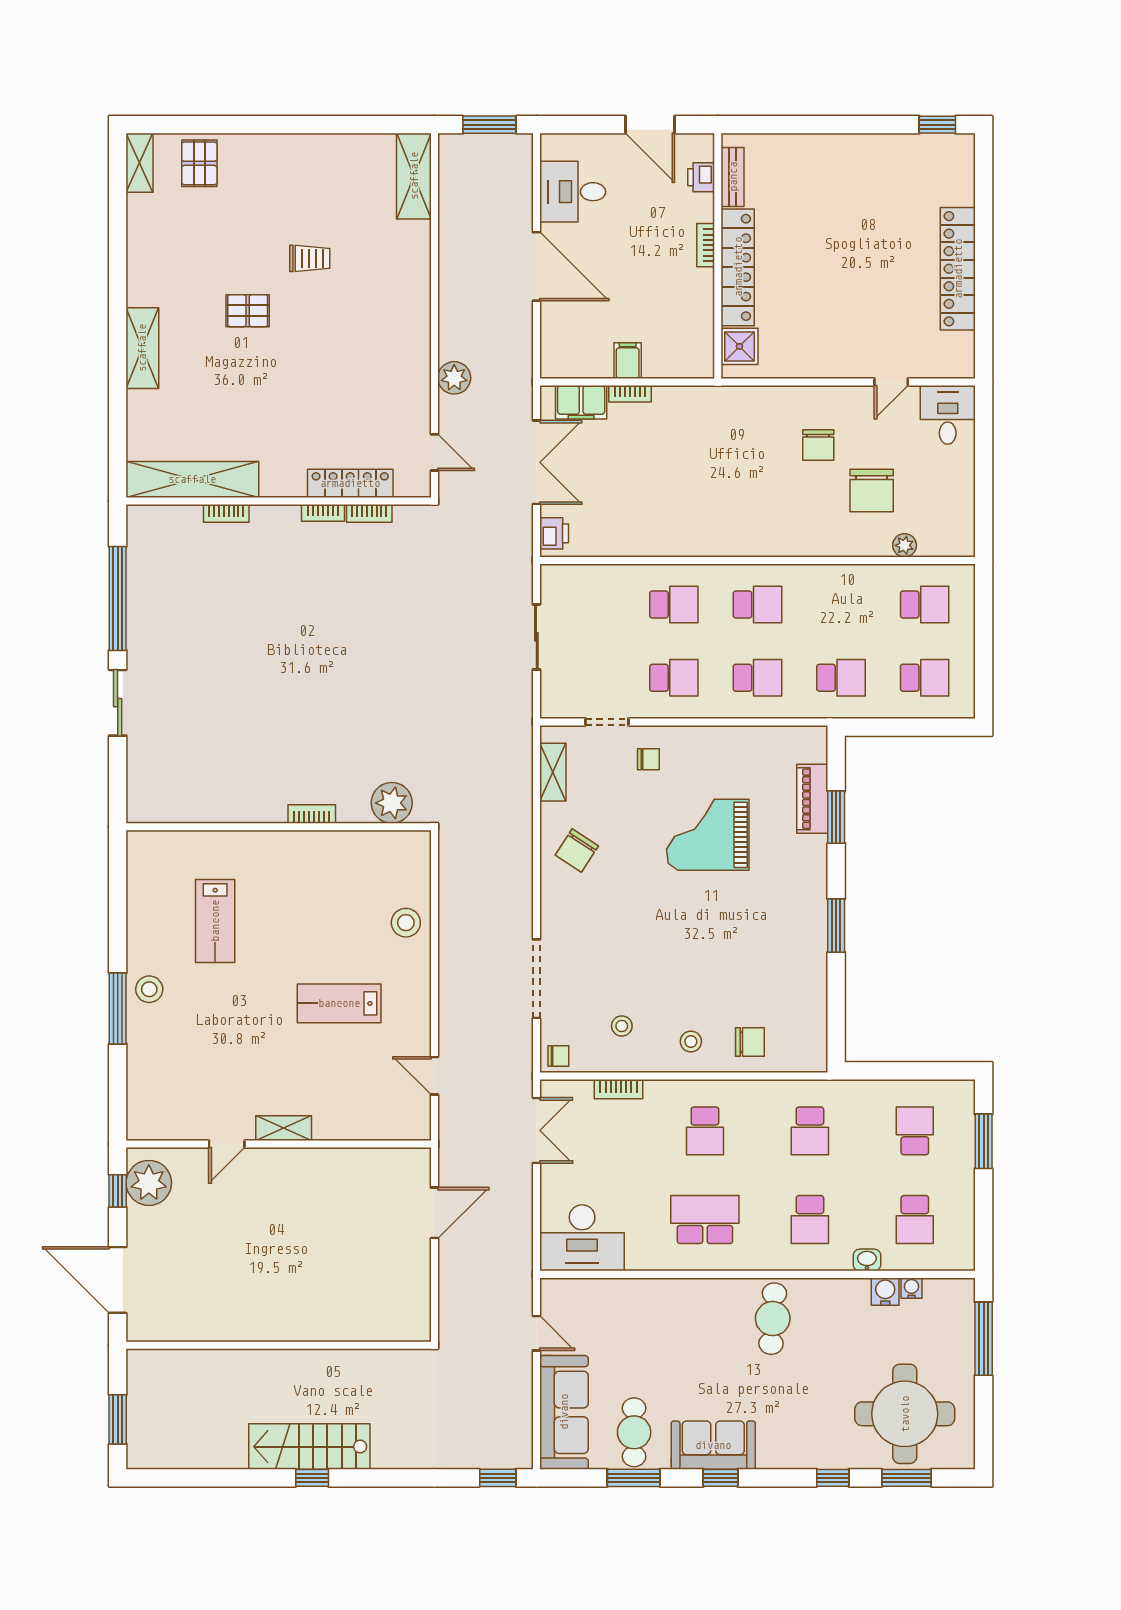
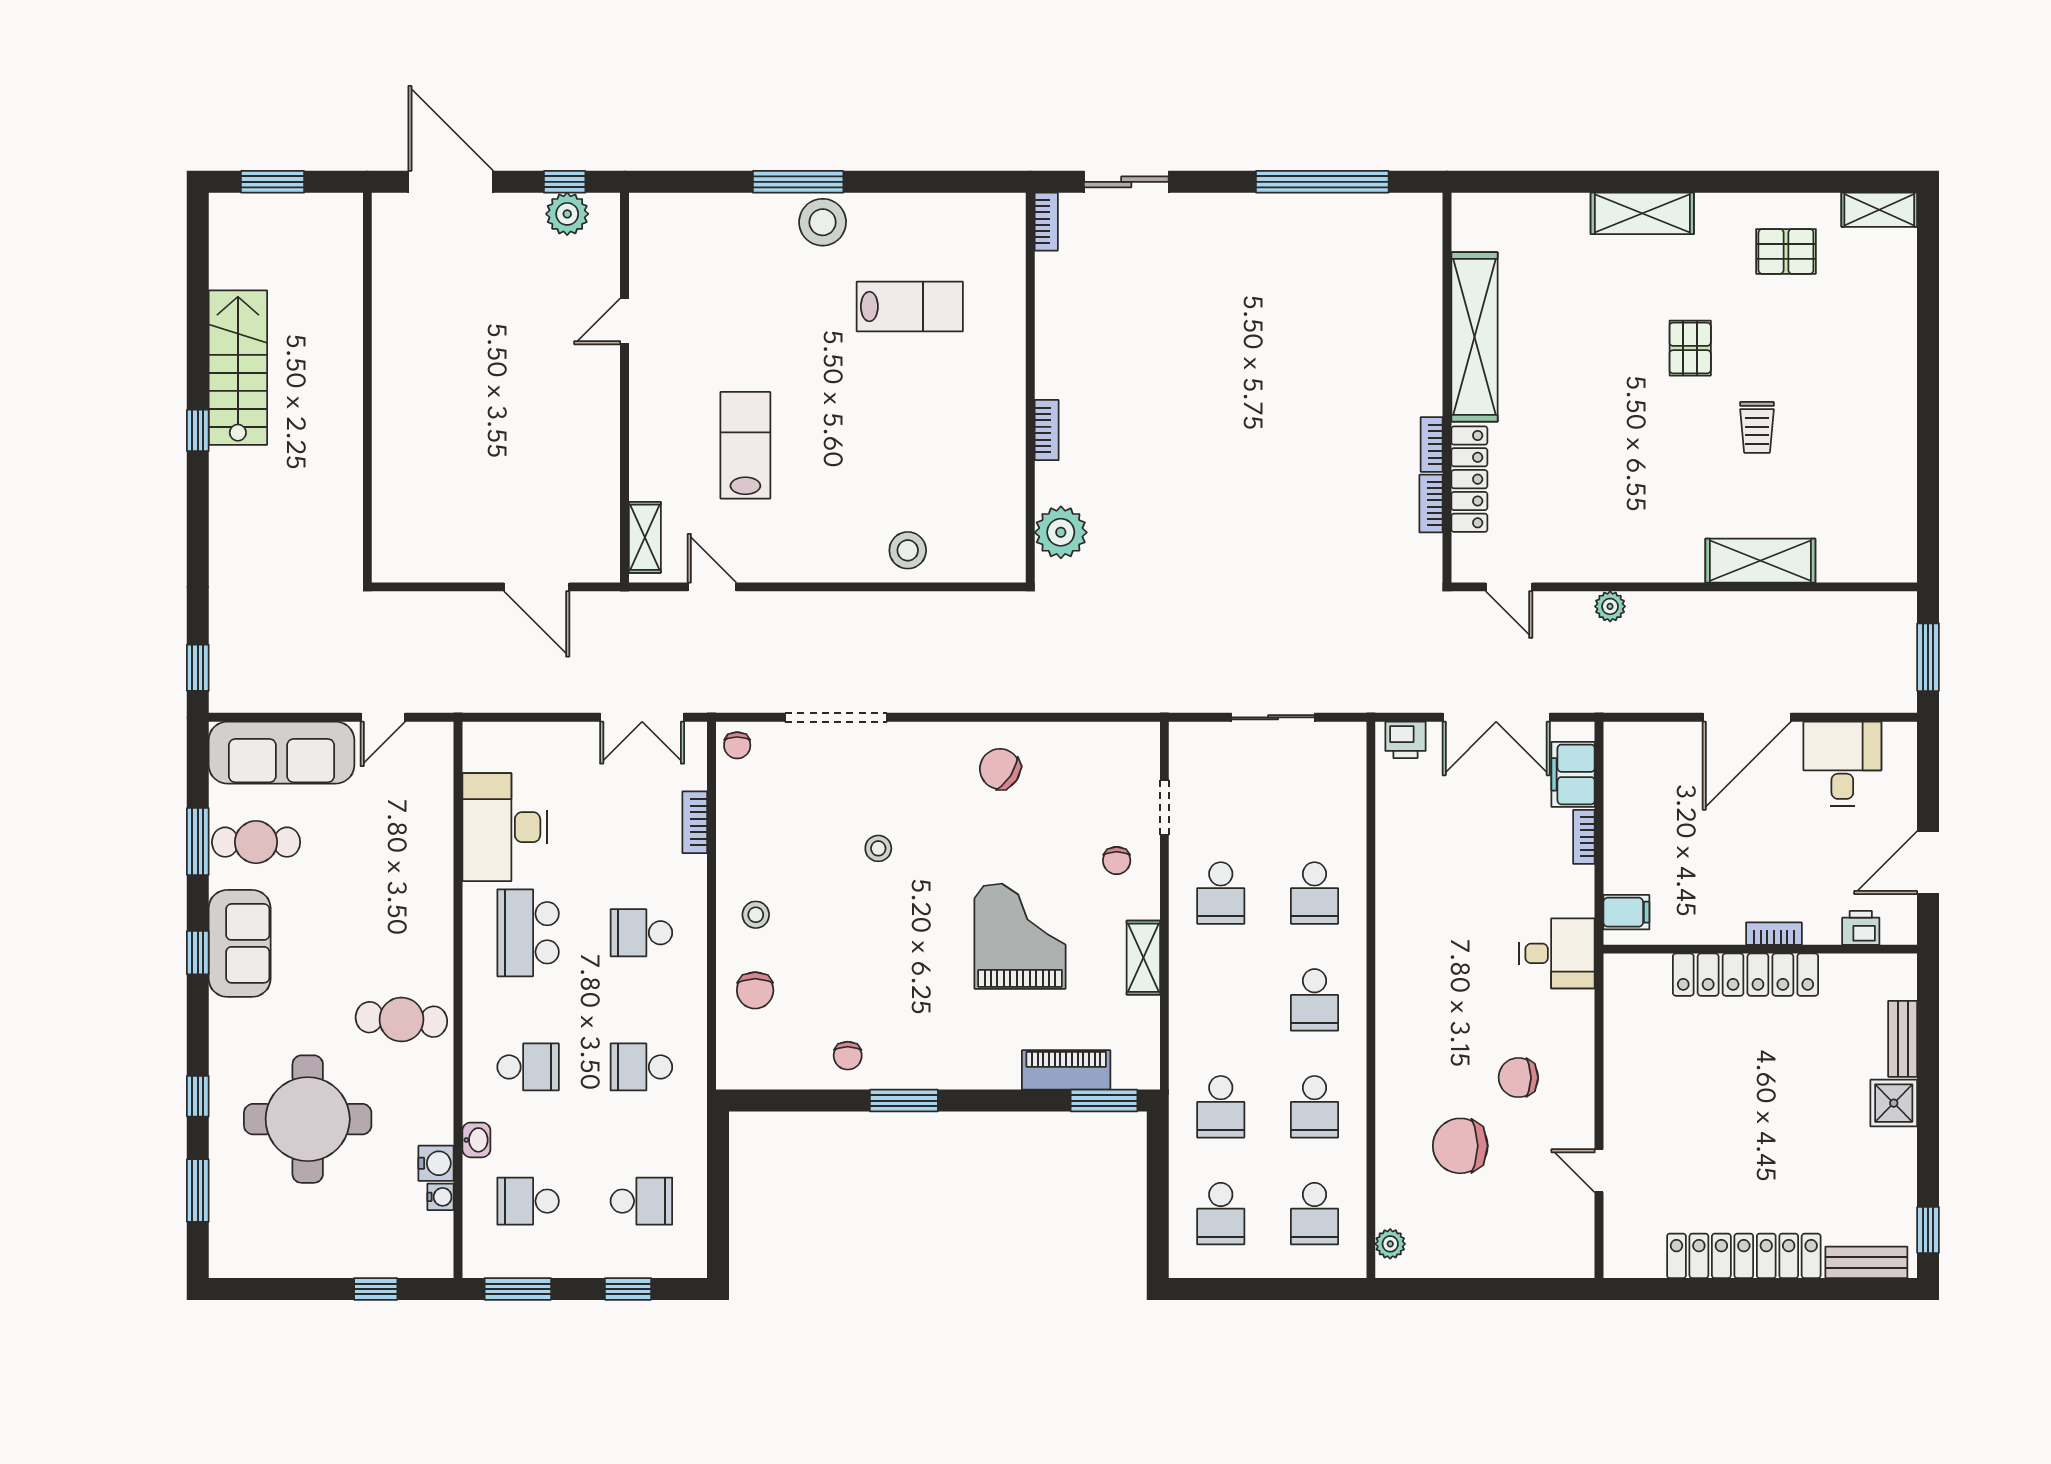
pallet: (199, 163) -> (1786, 251), moved
bench: (963, 173) -> (1866, 1262), added
shelving: (414, 176) -> (1760, 561), moved
bench: (733, 177) -> (1903, 1039), moved, turned 90
shower: (739, 346) -> (1894, 1103), moved
filing cabinet: (628, 361) -> (1626, 912), moved
plant: (454, 378) -> (1610, 606), width x0.73, depth x0.73
desk: (948, 415) -> (1557, 953), moved
door: (434, 452) -> (1509, 587), hinge flipped
shelving: (192, 479) -> (1474, 337), moved
bookcase: (226, 513) -> (1046, 222), moved, turned 180
plant: (905, 545) -> (1390, 1244), moved
school desk: (757, 678) -> (1314, 1107), moved
sliding door: (118, 703) -> (1126, 182), moved
shelving: (553, 772) -> (1143, 958), moved, turned 90
window: (836, 817) -> (1104, 1101), moved
lab bench: (215, 921) -> (910, 306), turned 180
chair: (801, 970) -> (848, 1056), added
stool: (149, 989) -> (823, 222), width x1.38, depth x1.38
lab bench: (339, 1003) -> (745, 445), moved
stool: (622, 1026) -> (878, 848), moved
door: (434, 1076) -> (712, 587), hinge flipped
shelving: (284, 1128) -> (645, 537), moved
window: (984, 1141) -> (628, 1289), width x0.67
door: (227, 1144) -> (625, 321), hinge flipped
plant: (149, 1183) -> (567, 214), width x0.73, depth x0.73
school desk: (705, 1220) -> (528, 933), turned 180
school desk: (810, 1220) -> (528, 1067), turned 180
window: (984, 1228) -> (518, 1289), added
desk: (582, 1238) -> (505, 827), moved
door: (118, 1280) -> (451, 182), hinge flipped
window: (984, 1339) -> (376, 1289), width x0.46
round table: (905, 1414) -> (308, 1119), moved
stairs: (309, 1447) -> (238, 368), moved

